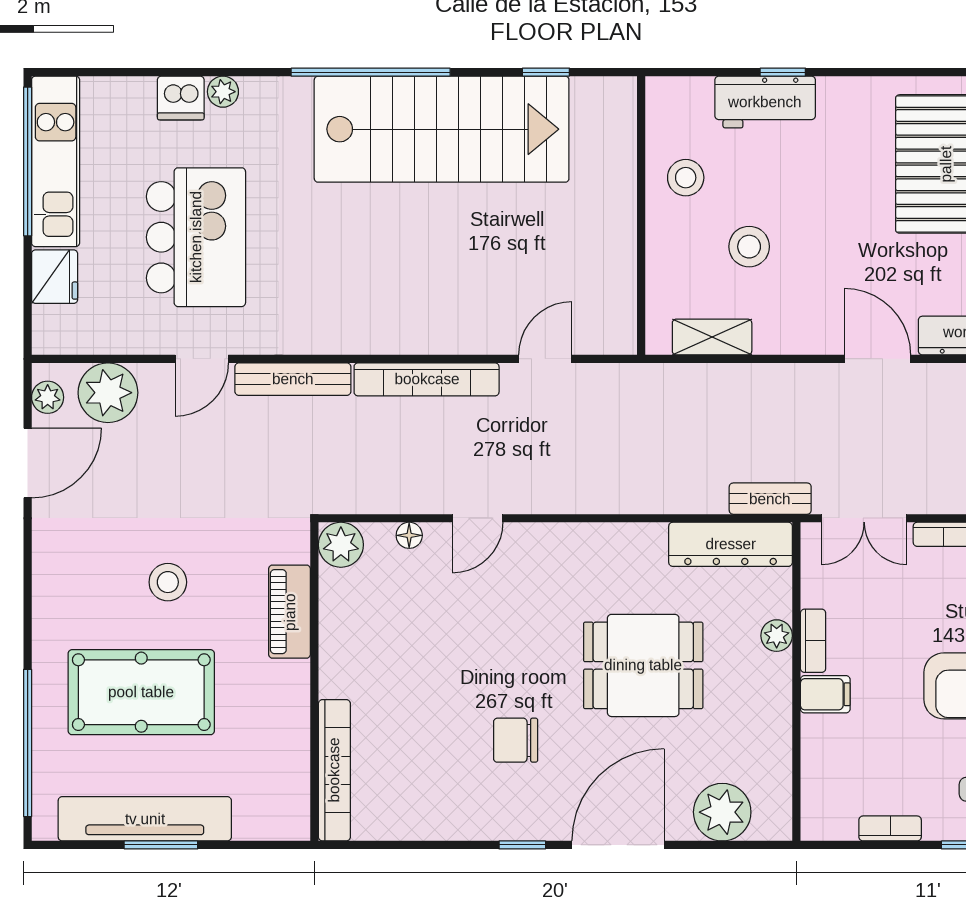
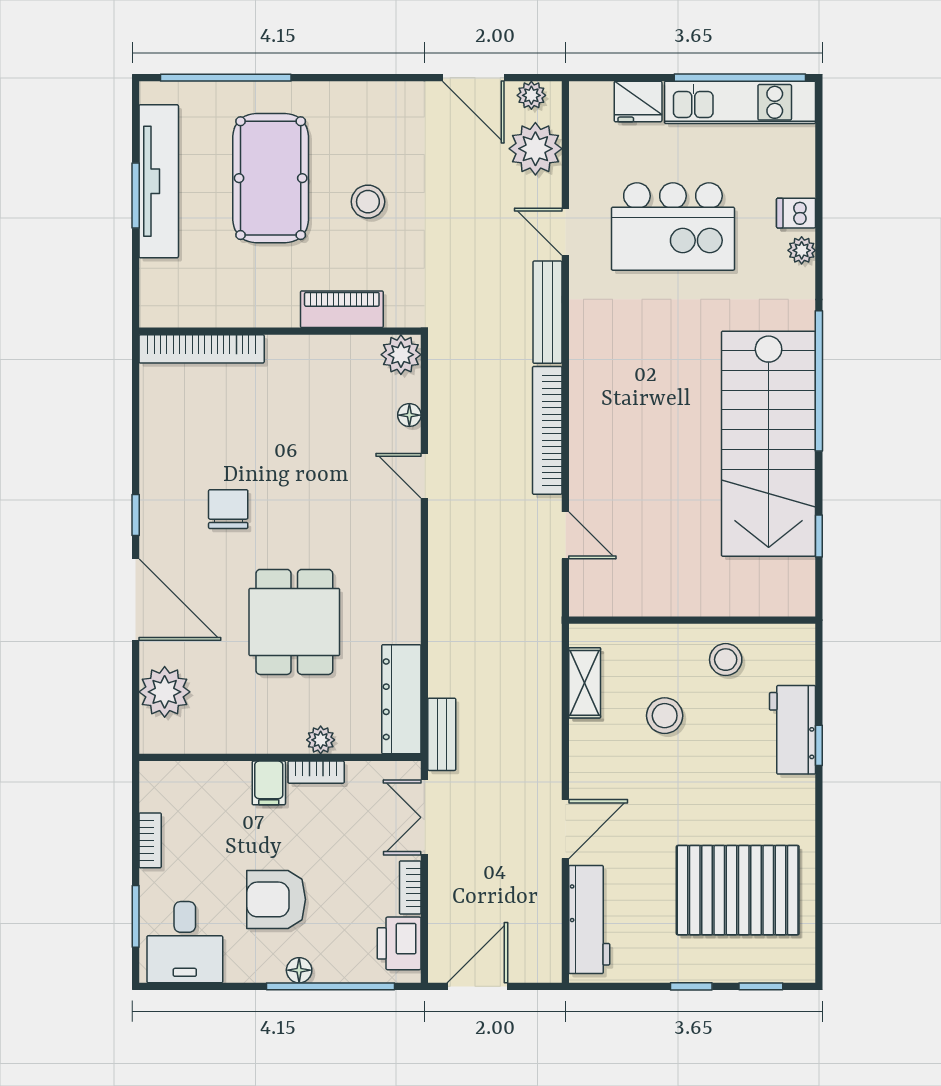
dishwasher: (181, 98) -> (796, 213), width x0.73

